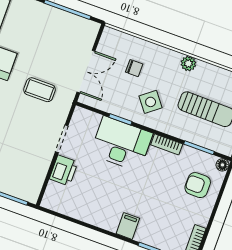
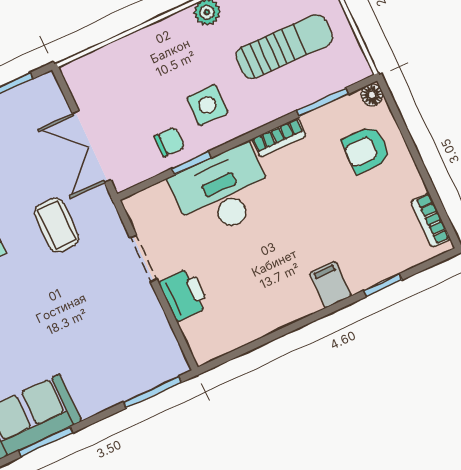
chair: (134, 68) -> (169, 142), moved
double door: (86, 72) -> (92, 146), swing flipped
coffee table: (40, 90) -> (57, 225), turned 90
side table: (151, 102) -> (207, 105), turned 38

